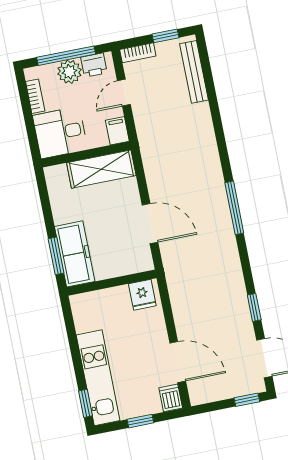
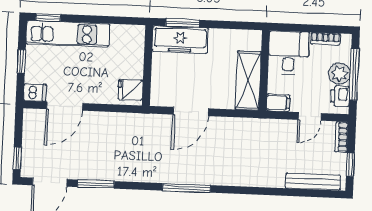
door: (124, 93) -> (310, 116), swing flipped
window: (254, 307) -> (96, 184), width x1.50

